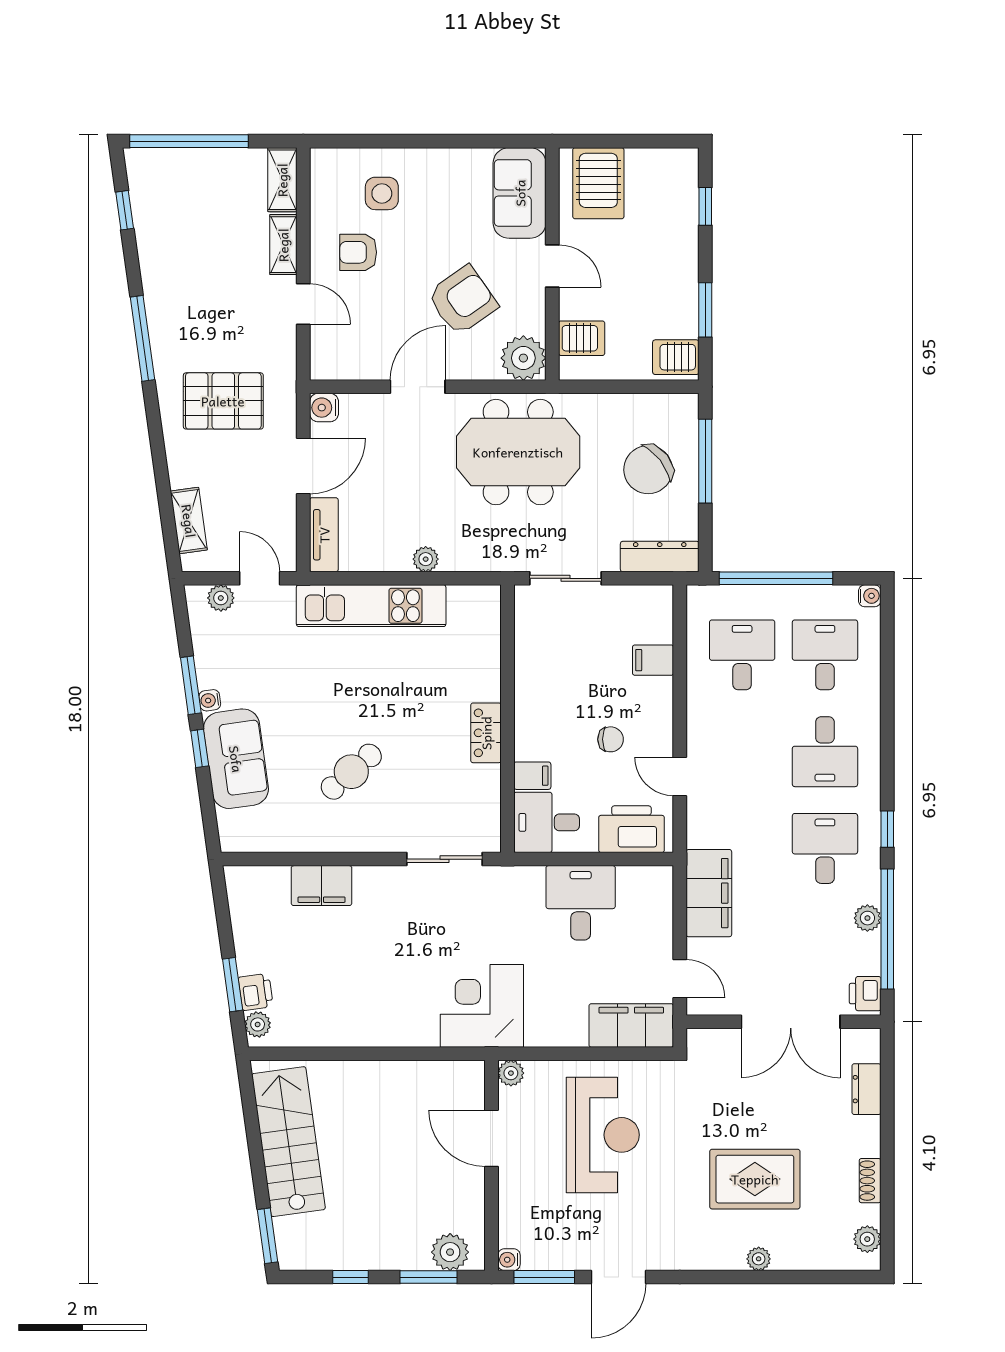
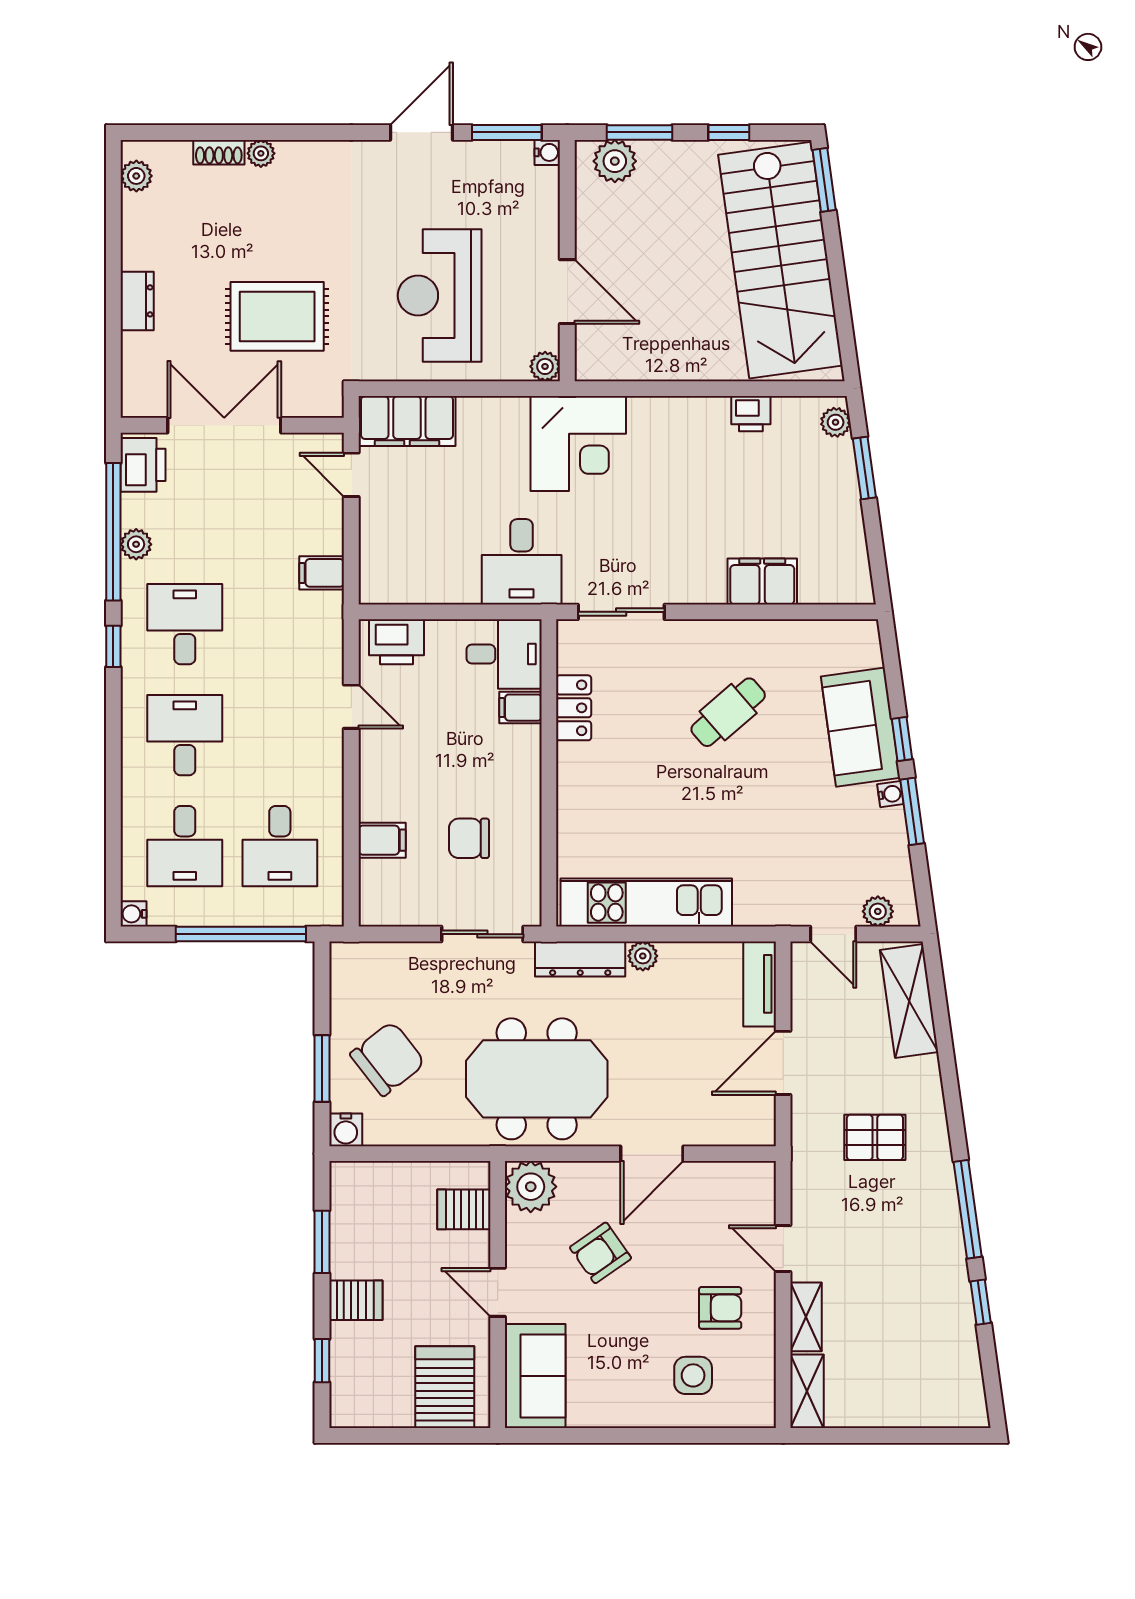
window: (189, 141) -> (914, 1435), removed
window: (125, 210) -> (981, 1302), moved
armchair: (463, 300) -> (601, 1253), width x0.72, depth x0.72
server rack: (676, 357) -> (356, 1300), moved
pallet: (223, 401) -> (875, 1137), width x0.67, depth x0.71
water cooler: (324, 408) -> (346, 1130), moved, turned 90
window: (705, 461) -> (322, 1068), width x0.69
shelving: (189, 521) -> (909, 1001), width x1.50, depth x1.33
dresser: (660, 557) -> (580, 959), moved
kitchen unit: (371, 606) -> (646, 903), moved
locker: (486, 733) -> (574, 708), moved
chair: (611, 739) -> (469, 838), moved, width x1.37, depth x1.37
printer: (631, 829) -> (397, 642), width x0.73, depth x0.84
desk: (825, 848) -> (185, 624), turned 180
filing cabinet: (709, 893) -> (322, 573), width x0.33, depth x0.86
desk: (581, 903) -> (522, 562), moved
printer: (256, 992) -> (751, 414), moved, turned -82
printer: (865, 994) -> (143, 465), width x1.36, depth x1.24
dresser: (866, 1089) -> (137, 301), moved
stairs: (288, 1142) -> (780, 260), width x1.36, depth x1.51
rug: (755, 1179) -> (277, 316), moved
shoe rack: (870, 1181) -> (219, 152), moved, turned 90

